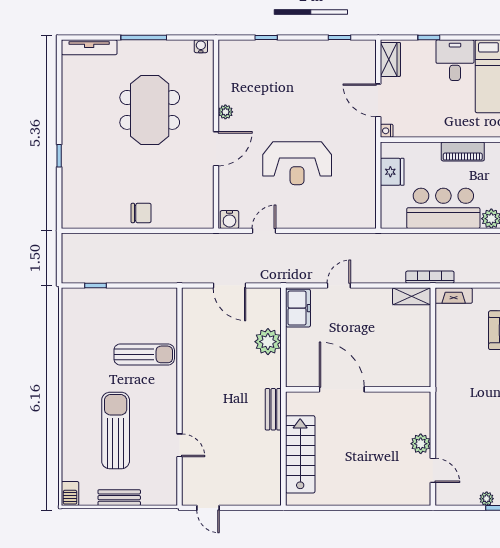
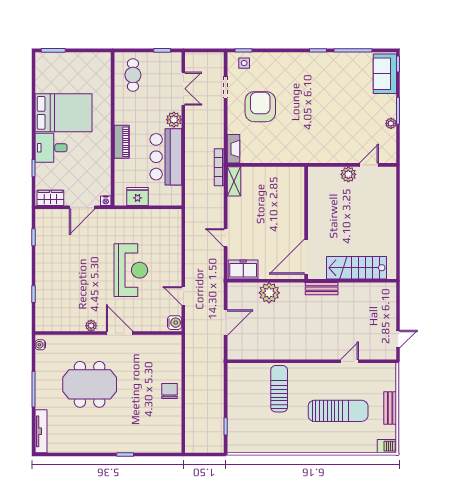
door: (342, 389) -> (306, 257), moved
sun lounger: (116, 431) -> (338, 411), turned 180

